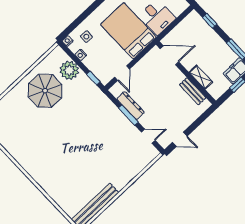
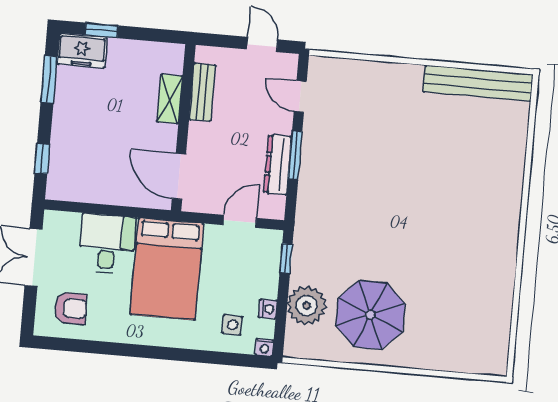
door: (169, 55) -> (179, 176), moved
wall: (186, 73) -> (183, 128), moved
shelving: (201, 77) -> (170, 99), moved
bench: (193, 91) -> (202, 92), moved

